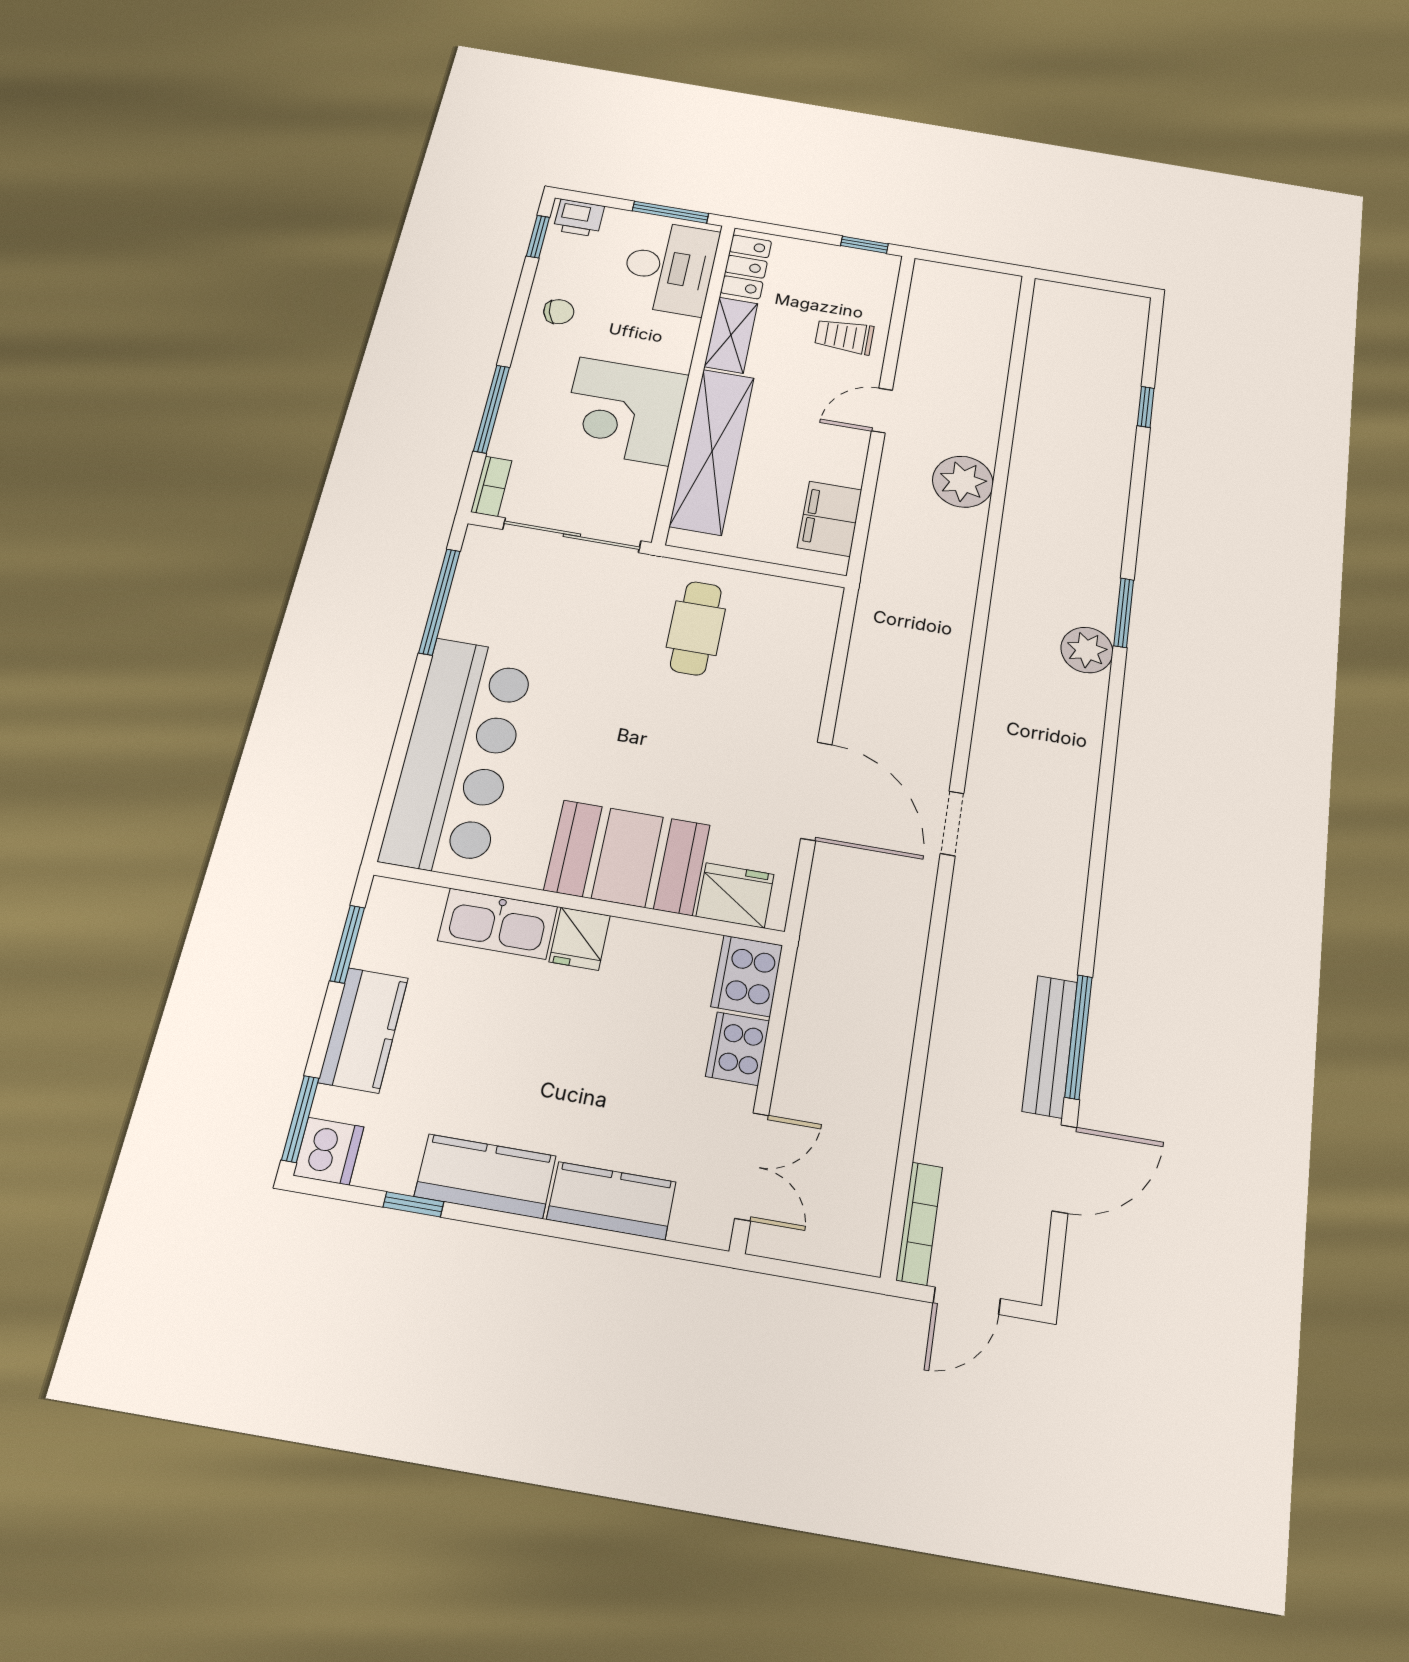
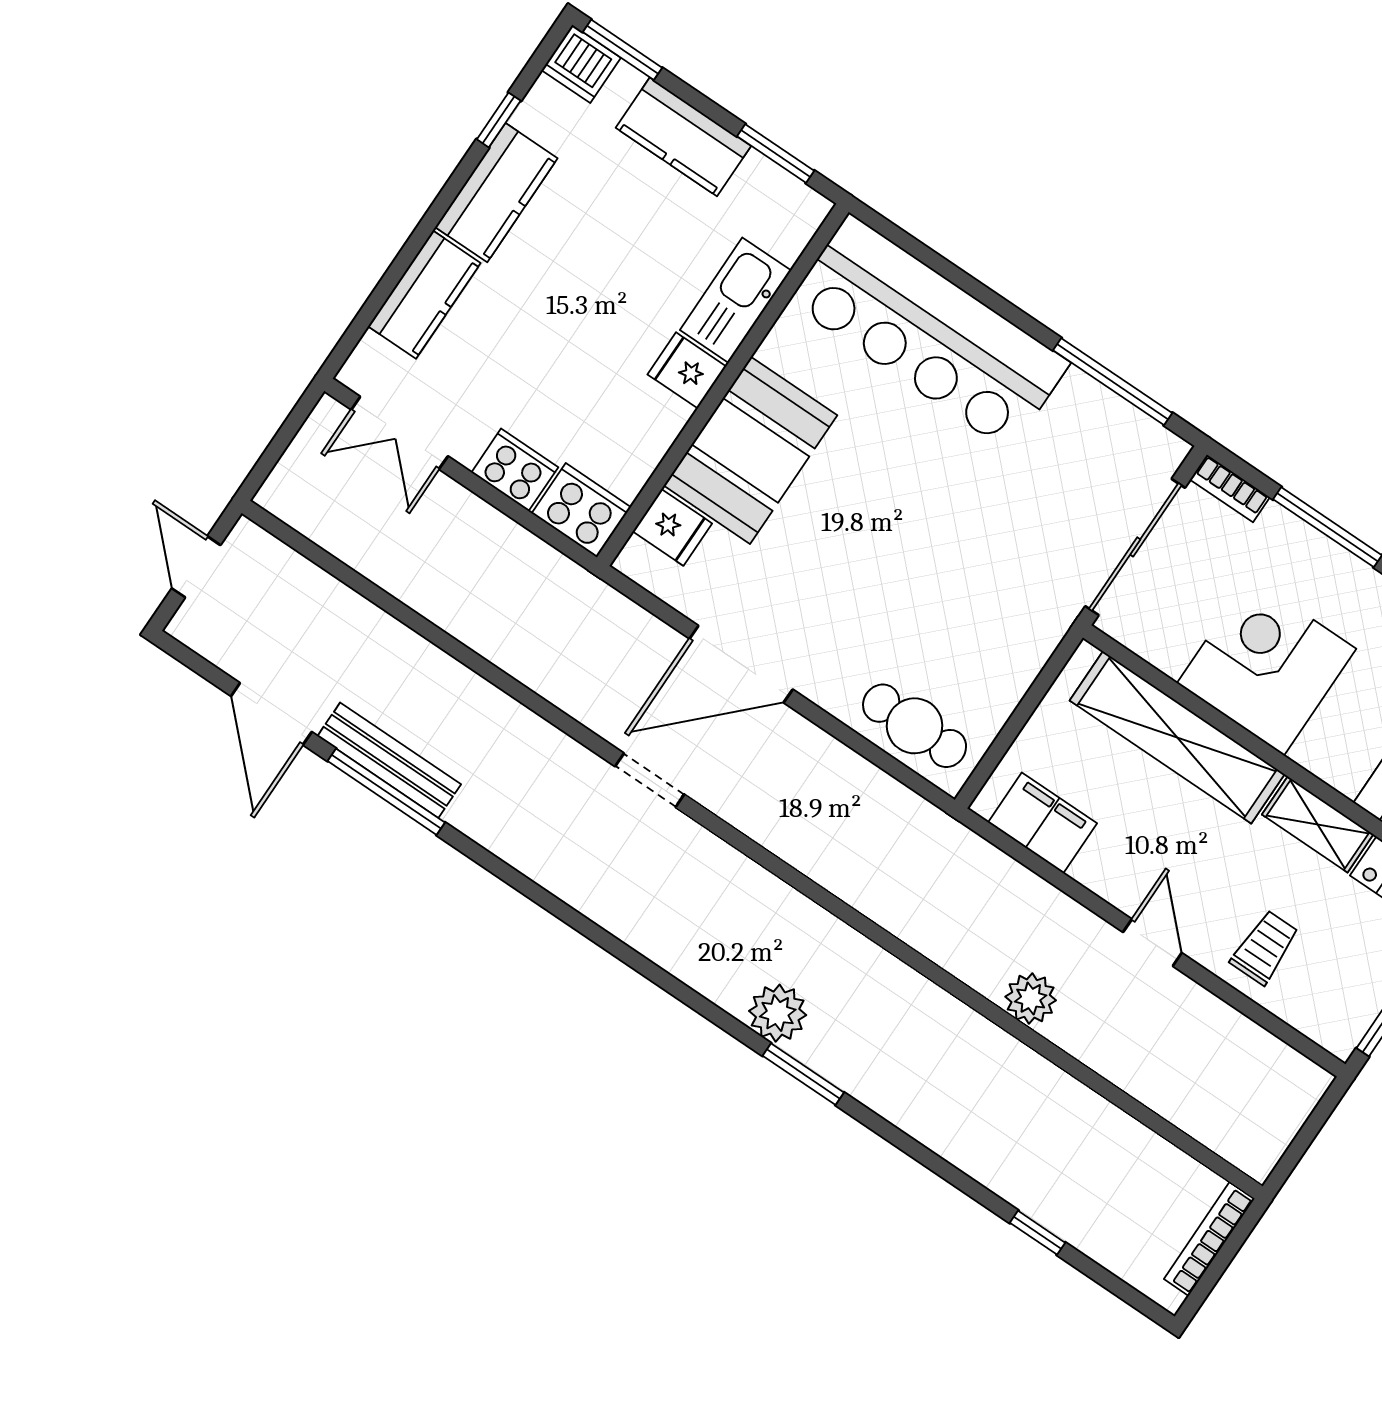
plant: (963, 482) -> (1031, 998), width x0.73, depth x0.73
cafe table: (696, 628) -> (915, 726), moved
fridge: (735, 895) -> (672, 527), width x0.72
bookcase: (919, 1223) -> (1209, 1239), moved, turned 90

